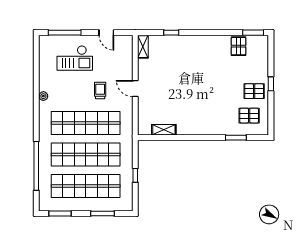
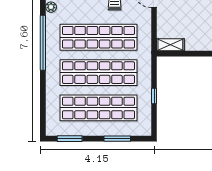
shelving: (164, 130) -> (170, 45), moved
window: (36, 166) -> (43, 43), moved

